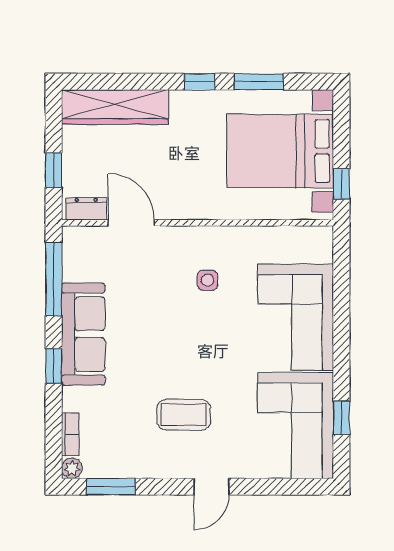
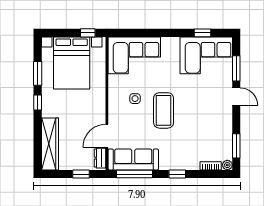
corner sofa: (295, 317) -> (134, 55), moved
sofa: (83, 334) -> (133, 159), moved
coffee table: (184, 415) -> (164, 110), moved, width x1.36, depth x1.32
window: (269, 487) -> (236, 68), added

